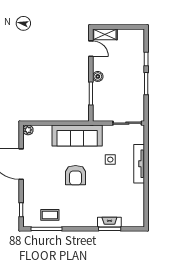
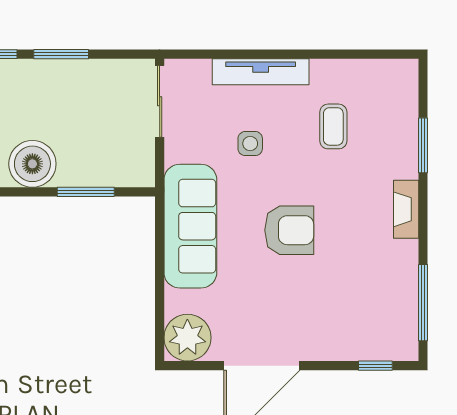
boiler: (98, 76) -> (32, 164), width x1.86, depth x1.86
plant: (28, 130) -> (187, 338), width x1.88, depth x1.88
coffee table: (50, 215) -> (333, 126), moved
fireplace: (109, 222) -> (406, 209), moved

